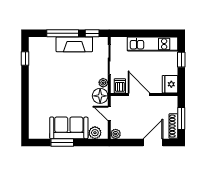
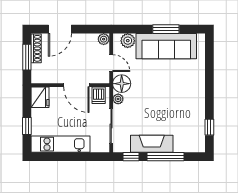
sofa: (69, 128) -> (166, 46), width x1.36

